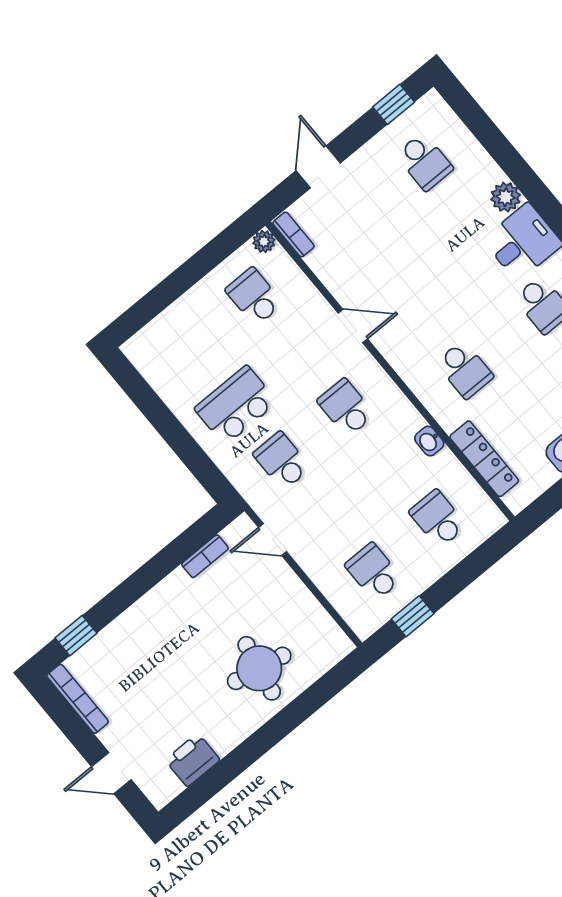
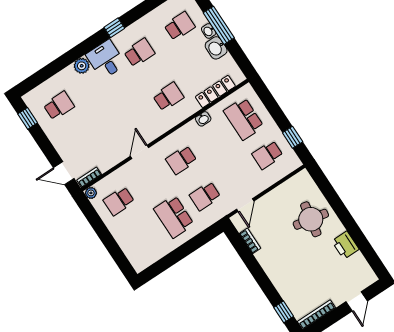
door: (318, 167) -> (64, 173), moved
school desk: (438, 519) -> (244, 119), width x1.85
printer: (193, 760) -> (345, 245), moved

